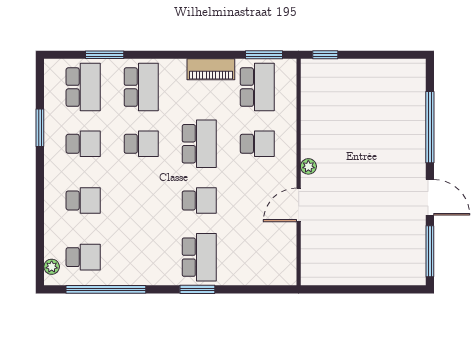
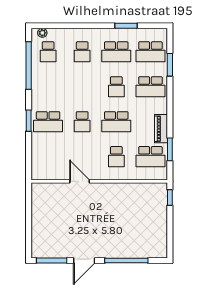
window: (264, 55) -> (170, 149), moved
school desk: (83, 144) -> (116, 52), width x1.85
plant: (308, 166) -> (103, 187), removed

